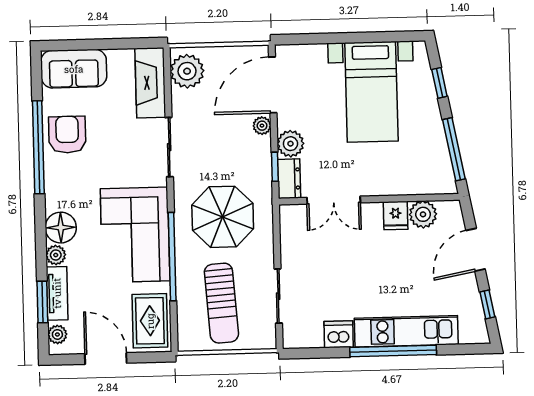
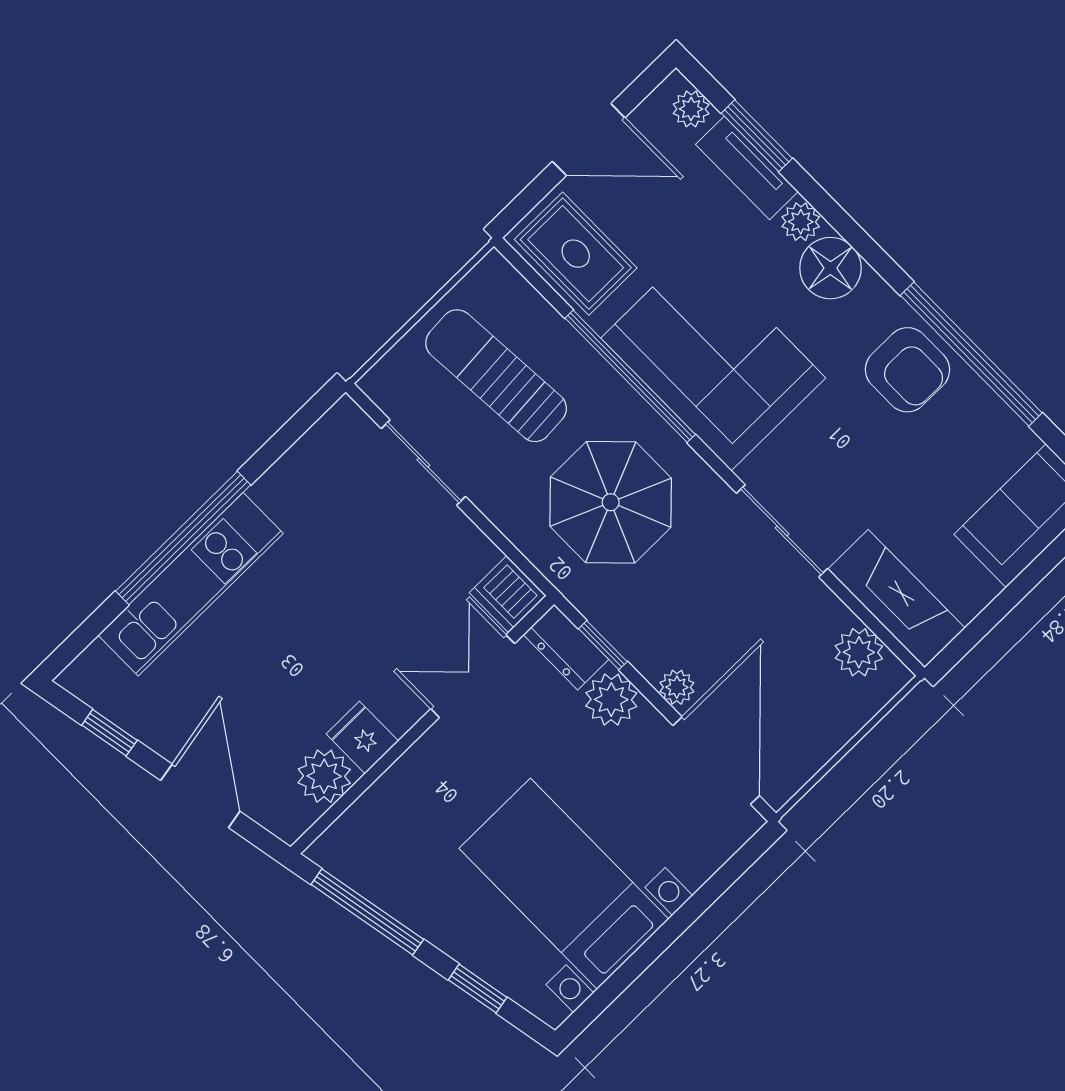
plant: (187, 71) -> (859, 652), width x0.73, depth x0.73
armchair: (67, 135) -> (907, 370), moved
dishwasher: (339, 334) -> (508, 594), moved, turned 90

